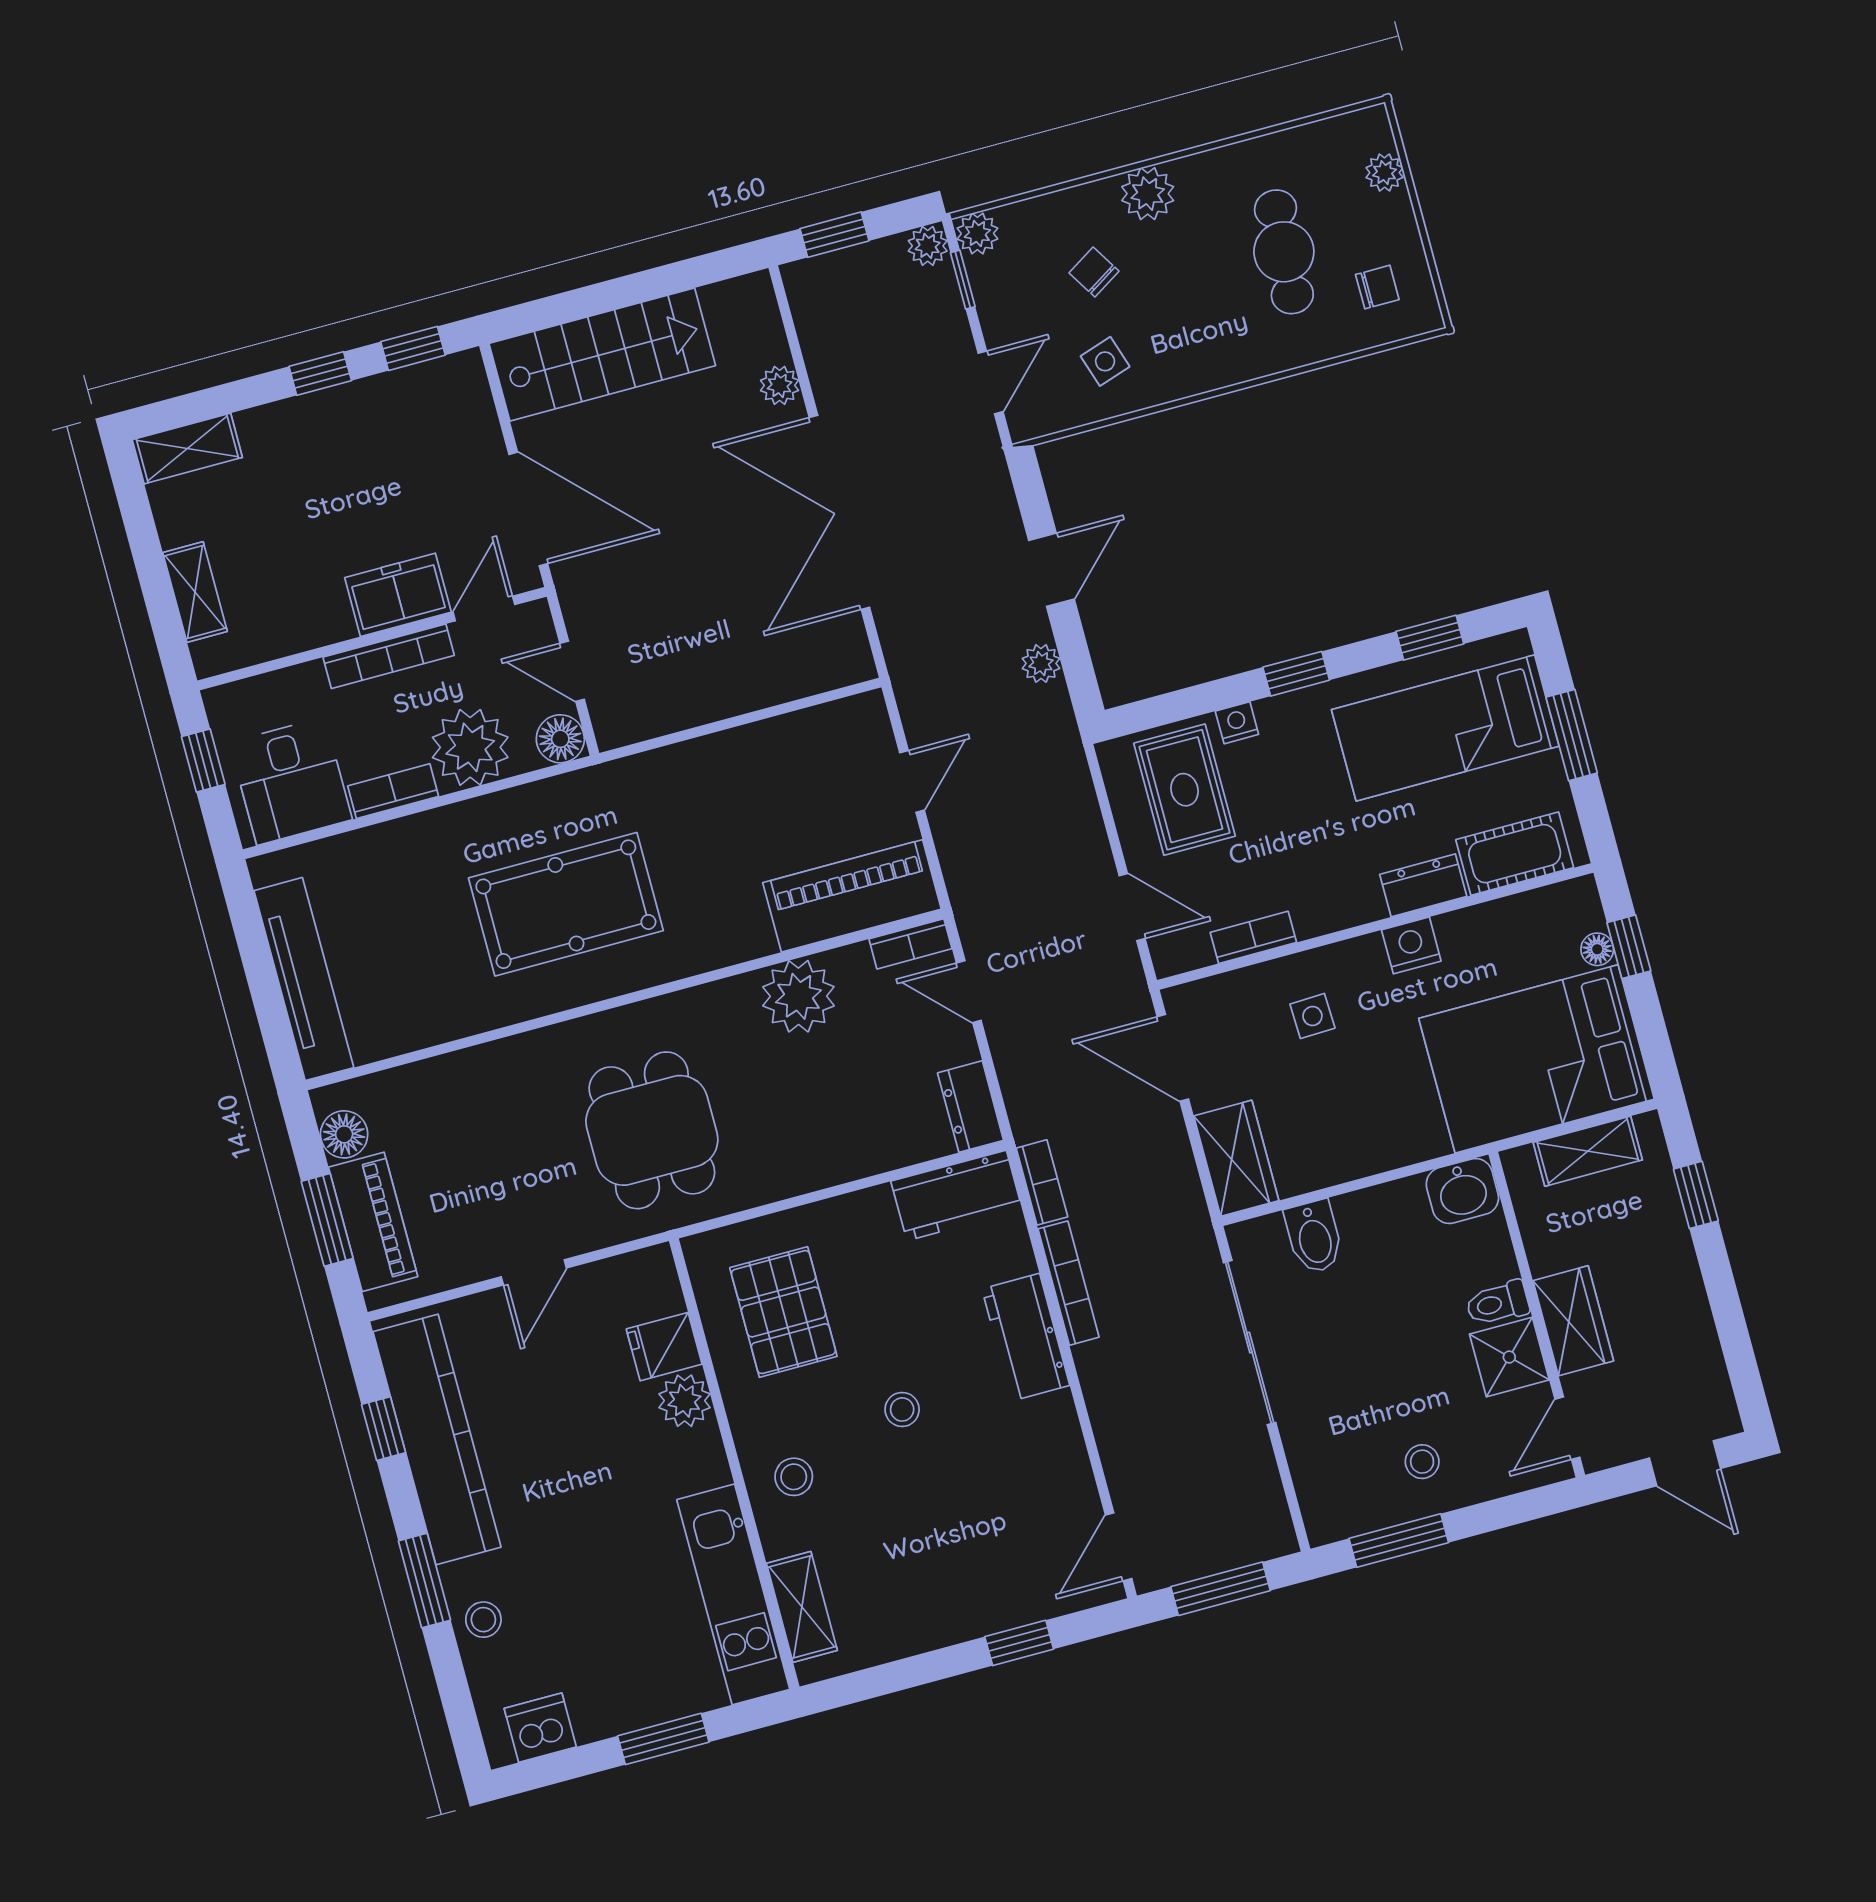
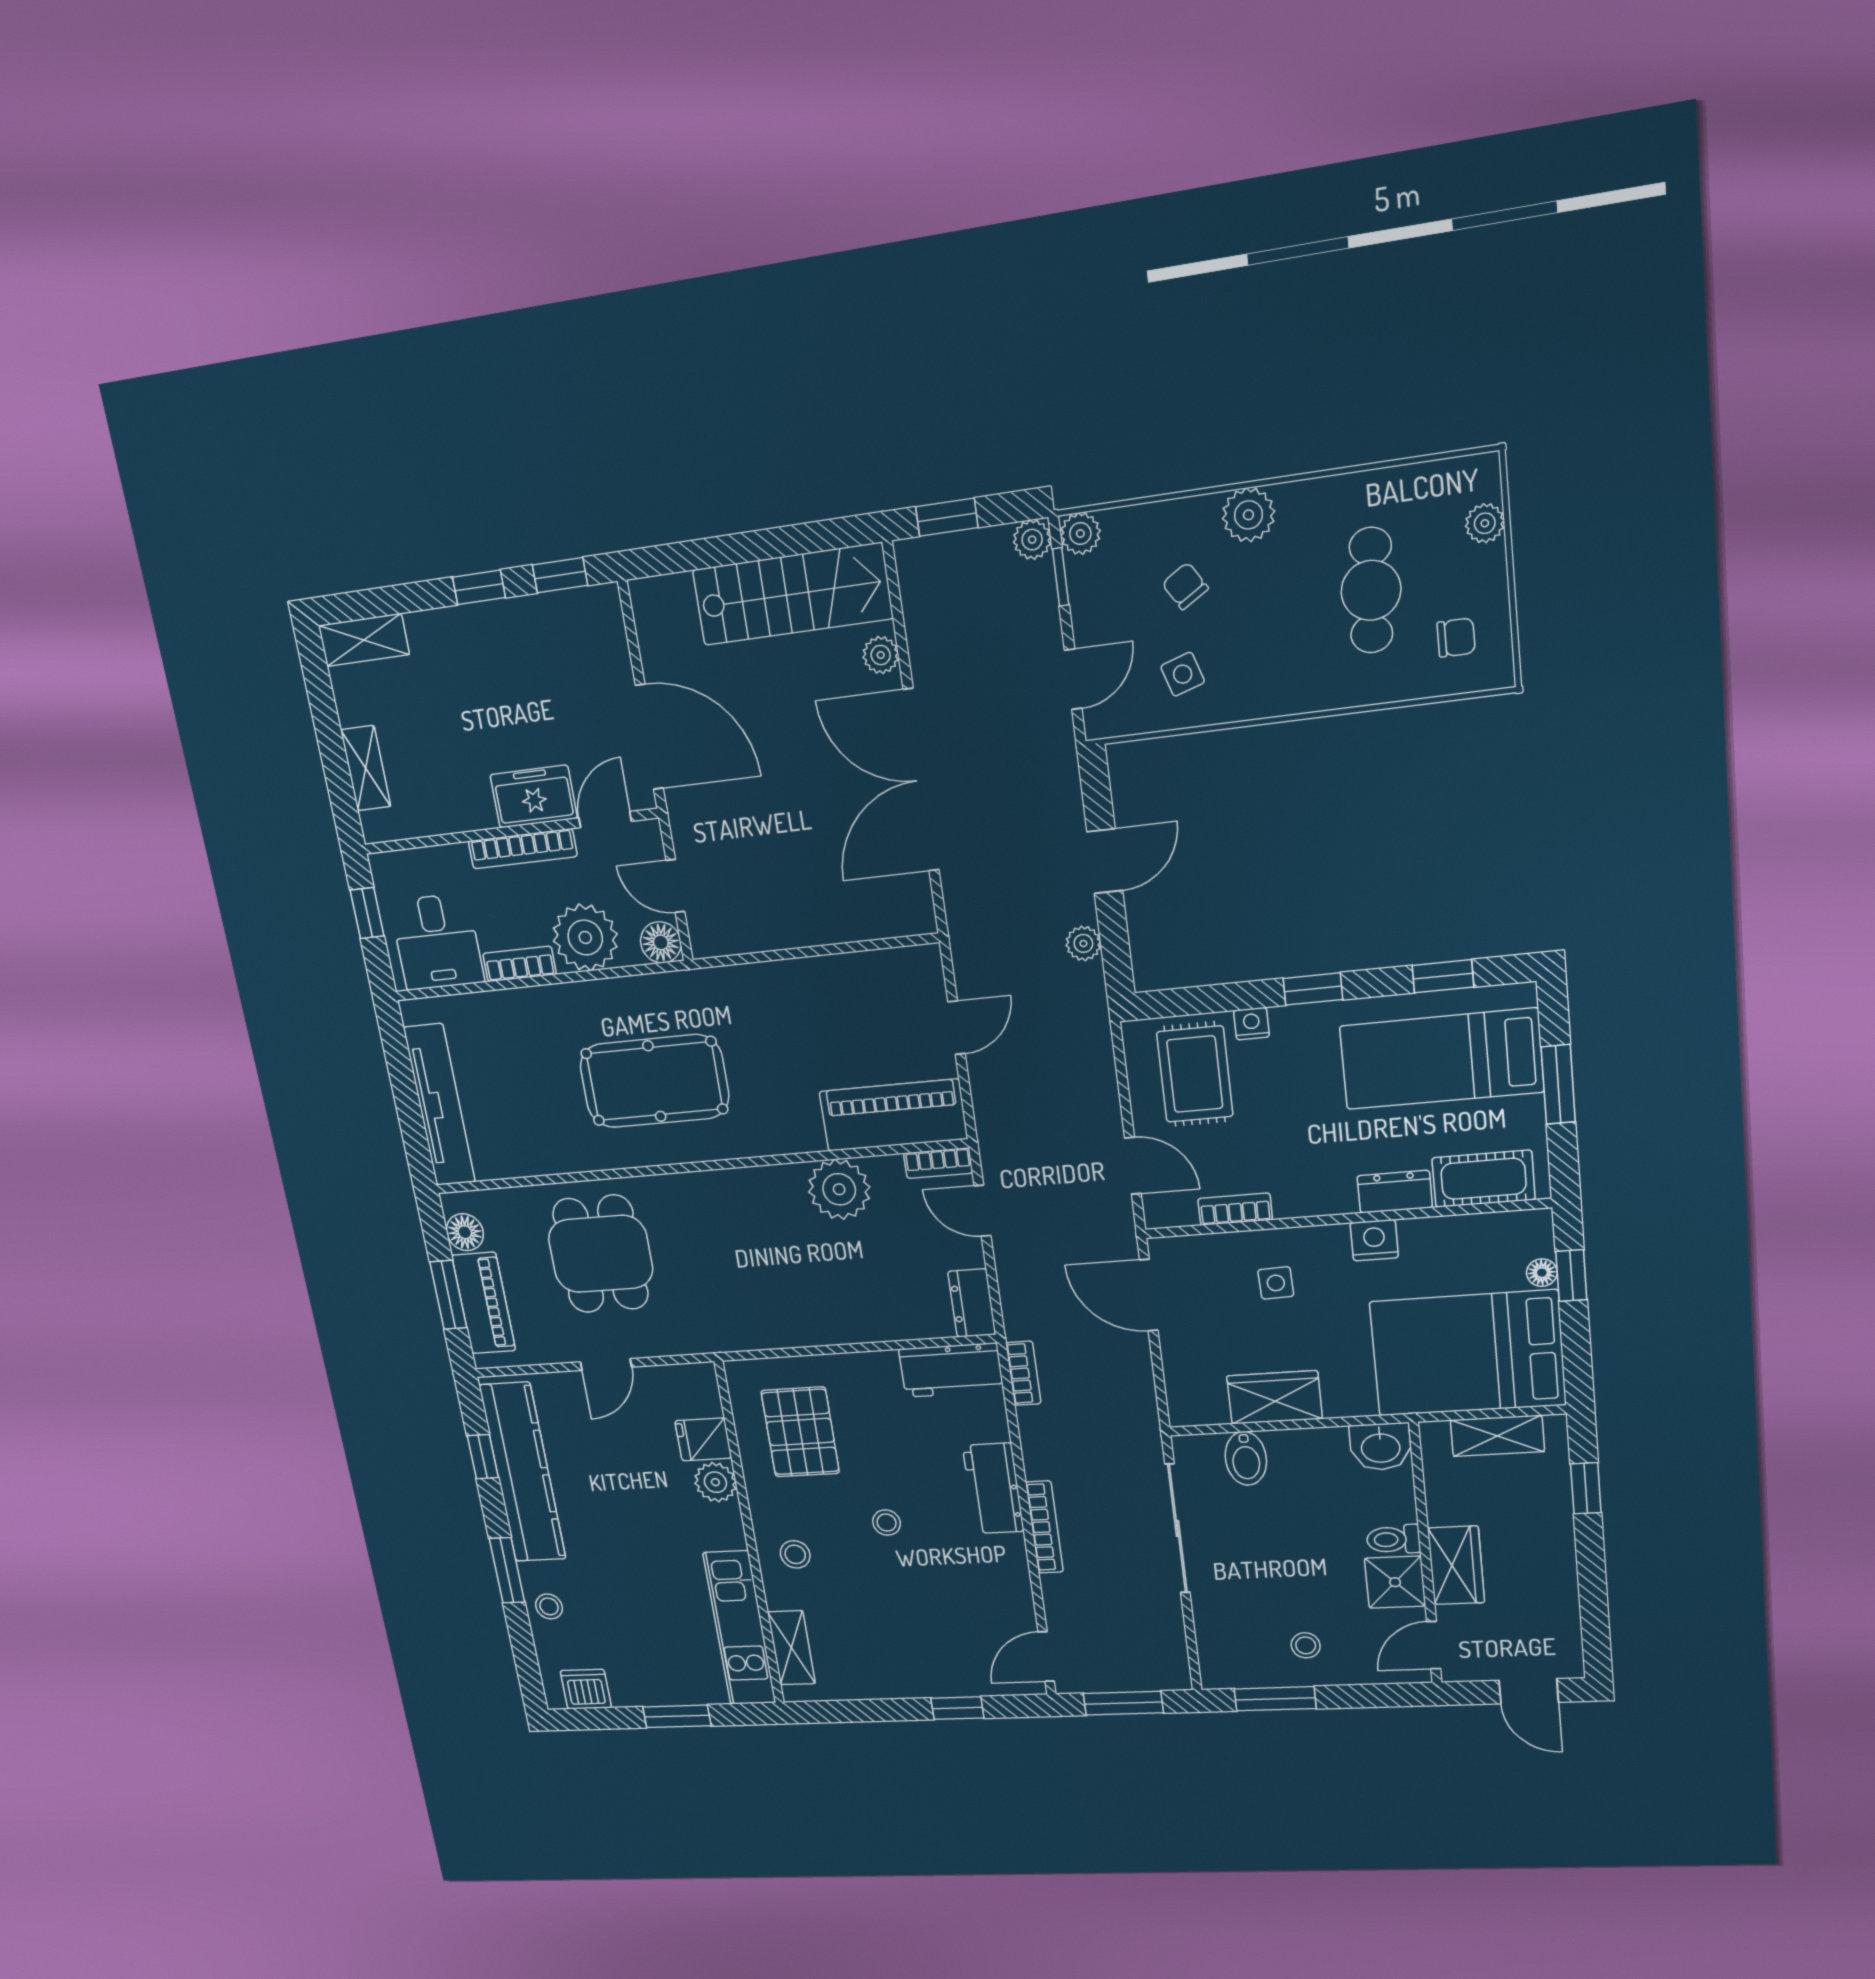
stairs: (602, 355) -> (793, 594), moved
dining table: (652, 1130) -> (601, 1254), moved
wardrobe: (1236, 1158) -> (1275, 1397), moved, turned -90
bookcase: (1069, 1283) -> (1044, 1527), moved

